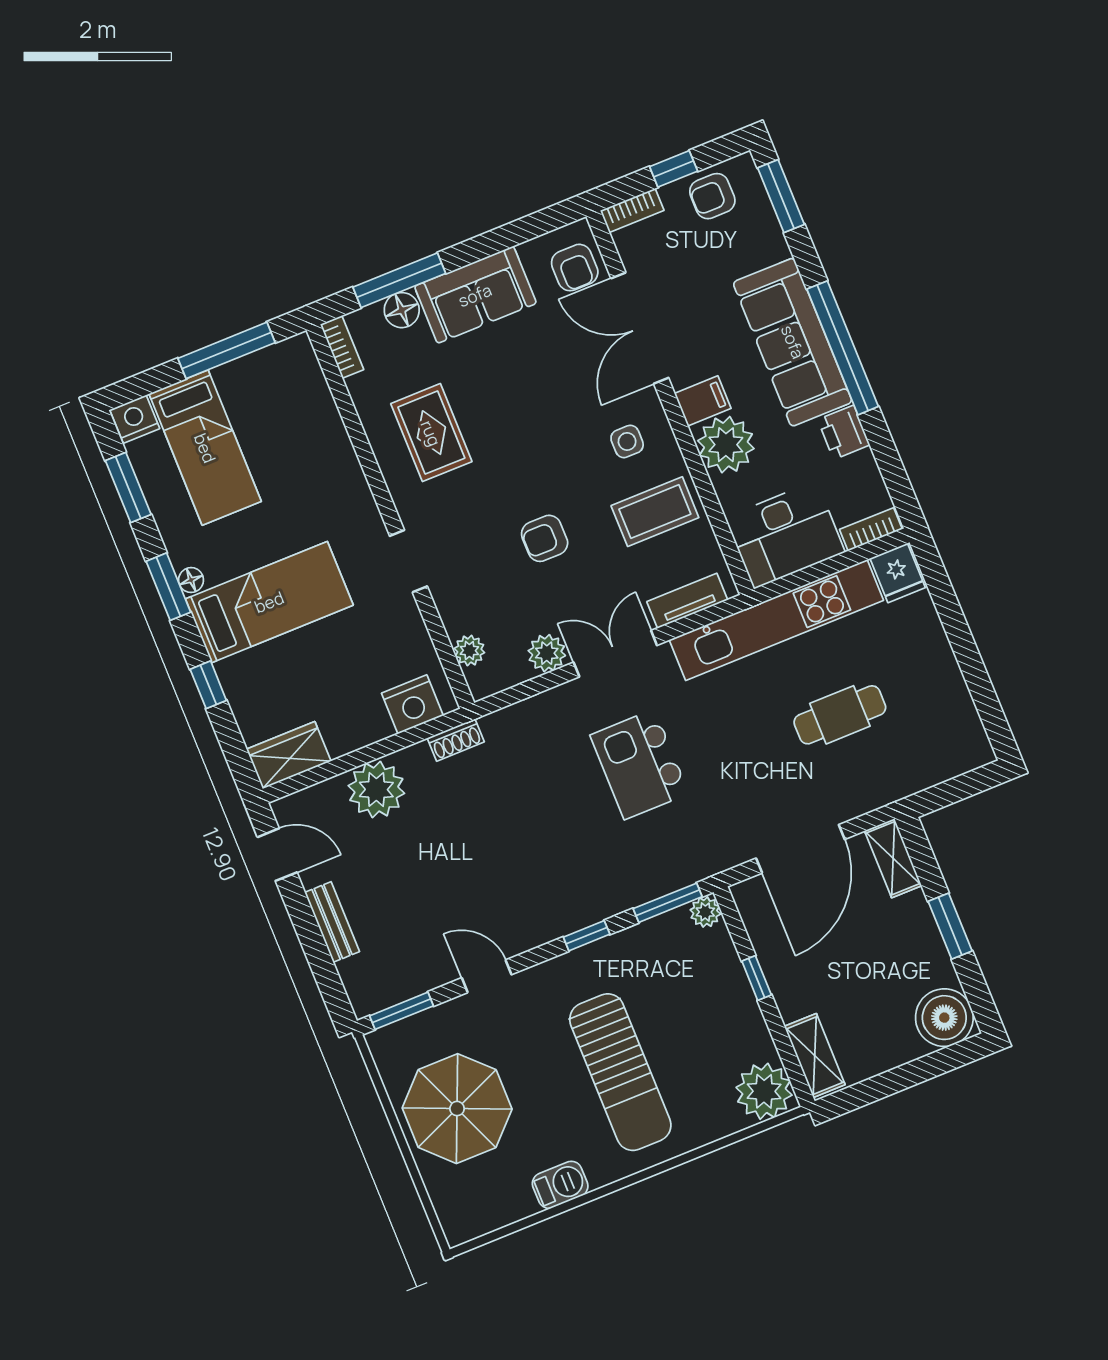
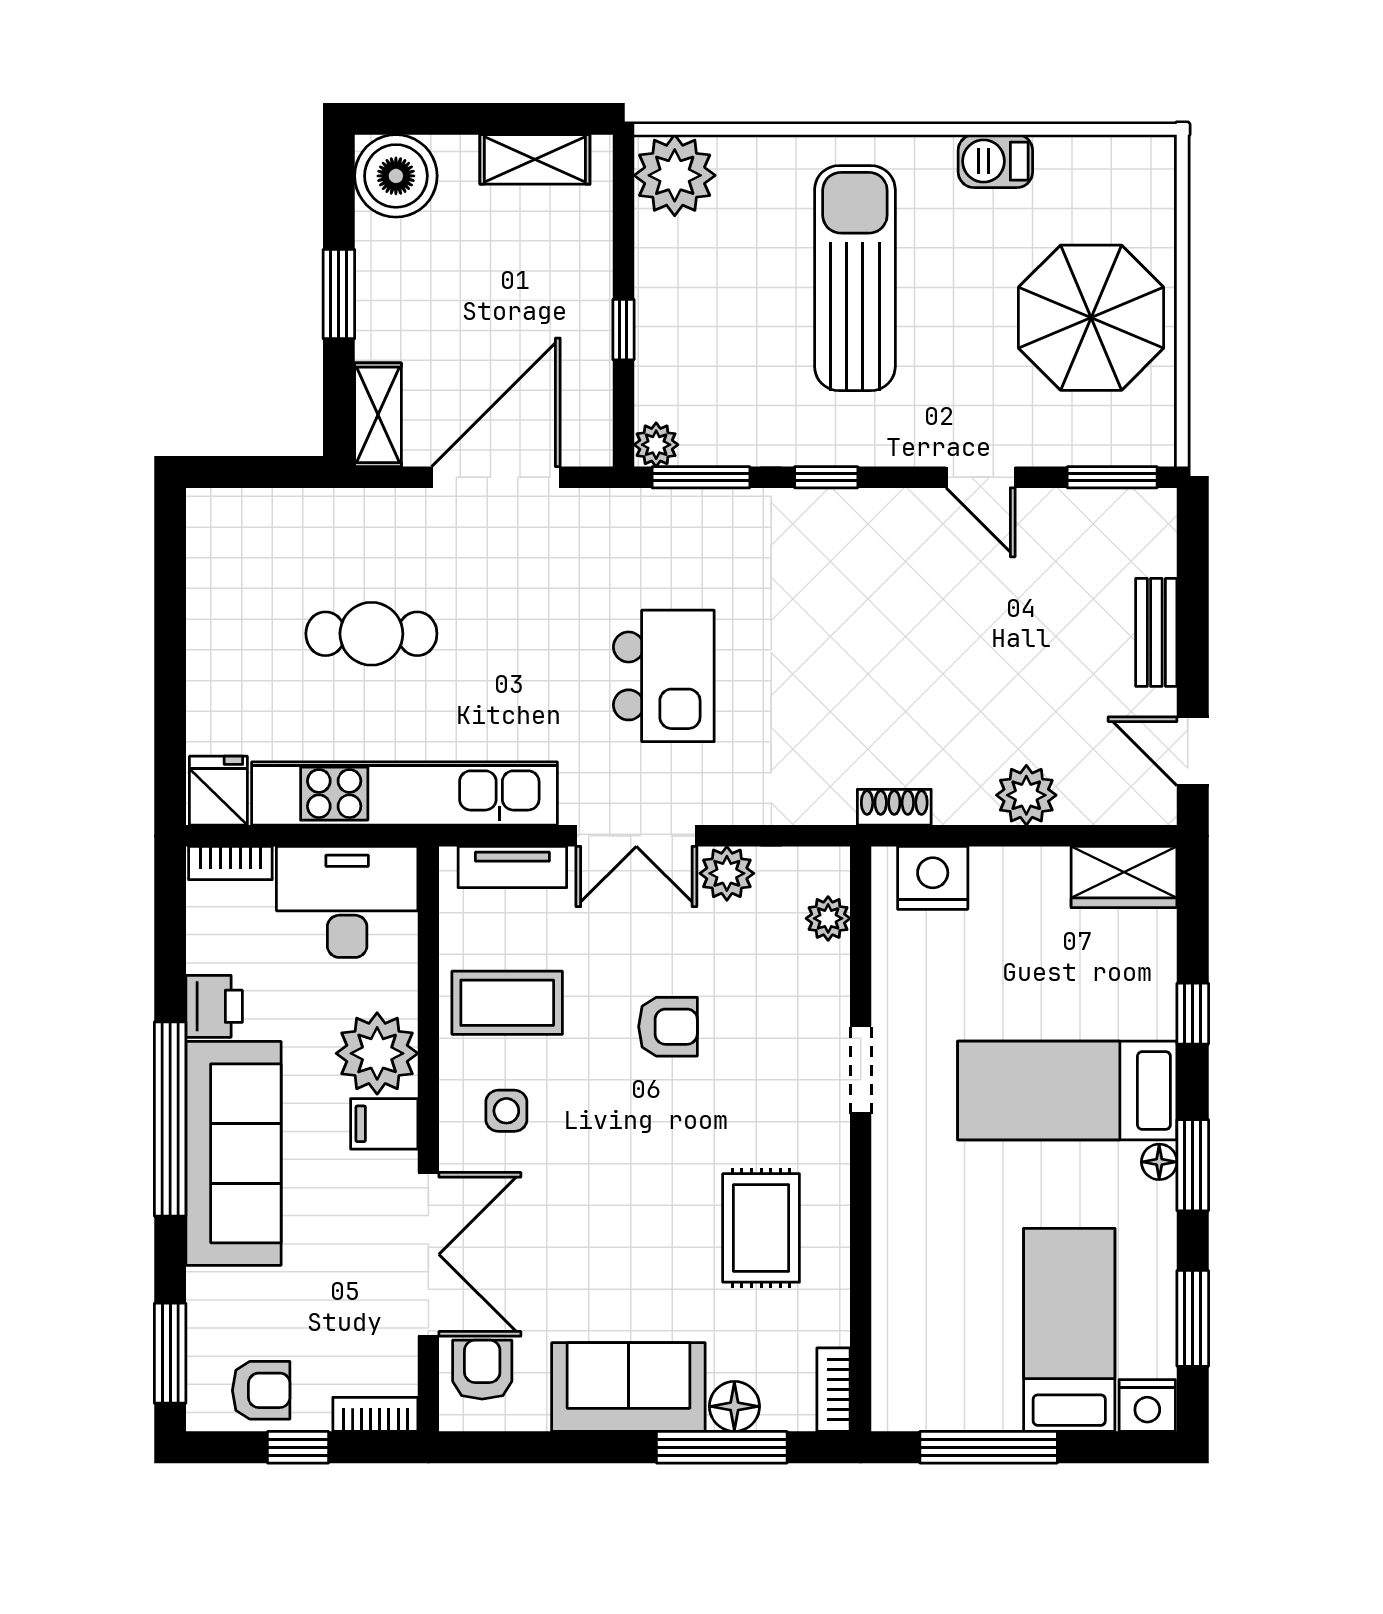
plant: (376, 789) -> (1026, 795), width x0.73, depth x0.73
shelving: (815, 1056) -> (535, 159), moved, turned 90

